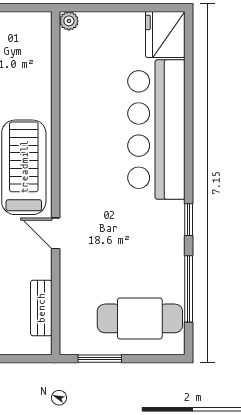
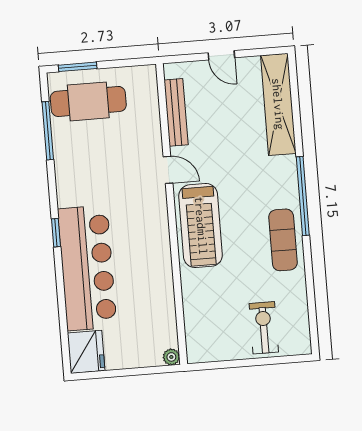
window: (189, 220) -> (56, 233), moved
bench: (41, 308) -> (176, 112), width x1.36
window: (100, 359) -> (78, 67), moved

